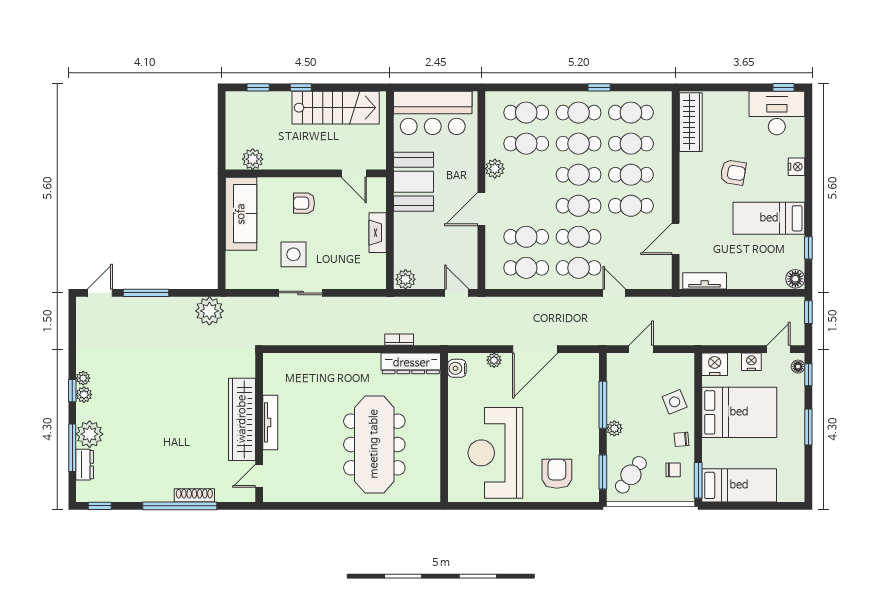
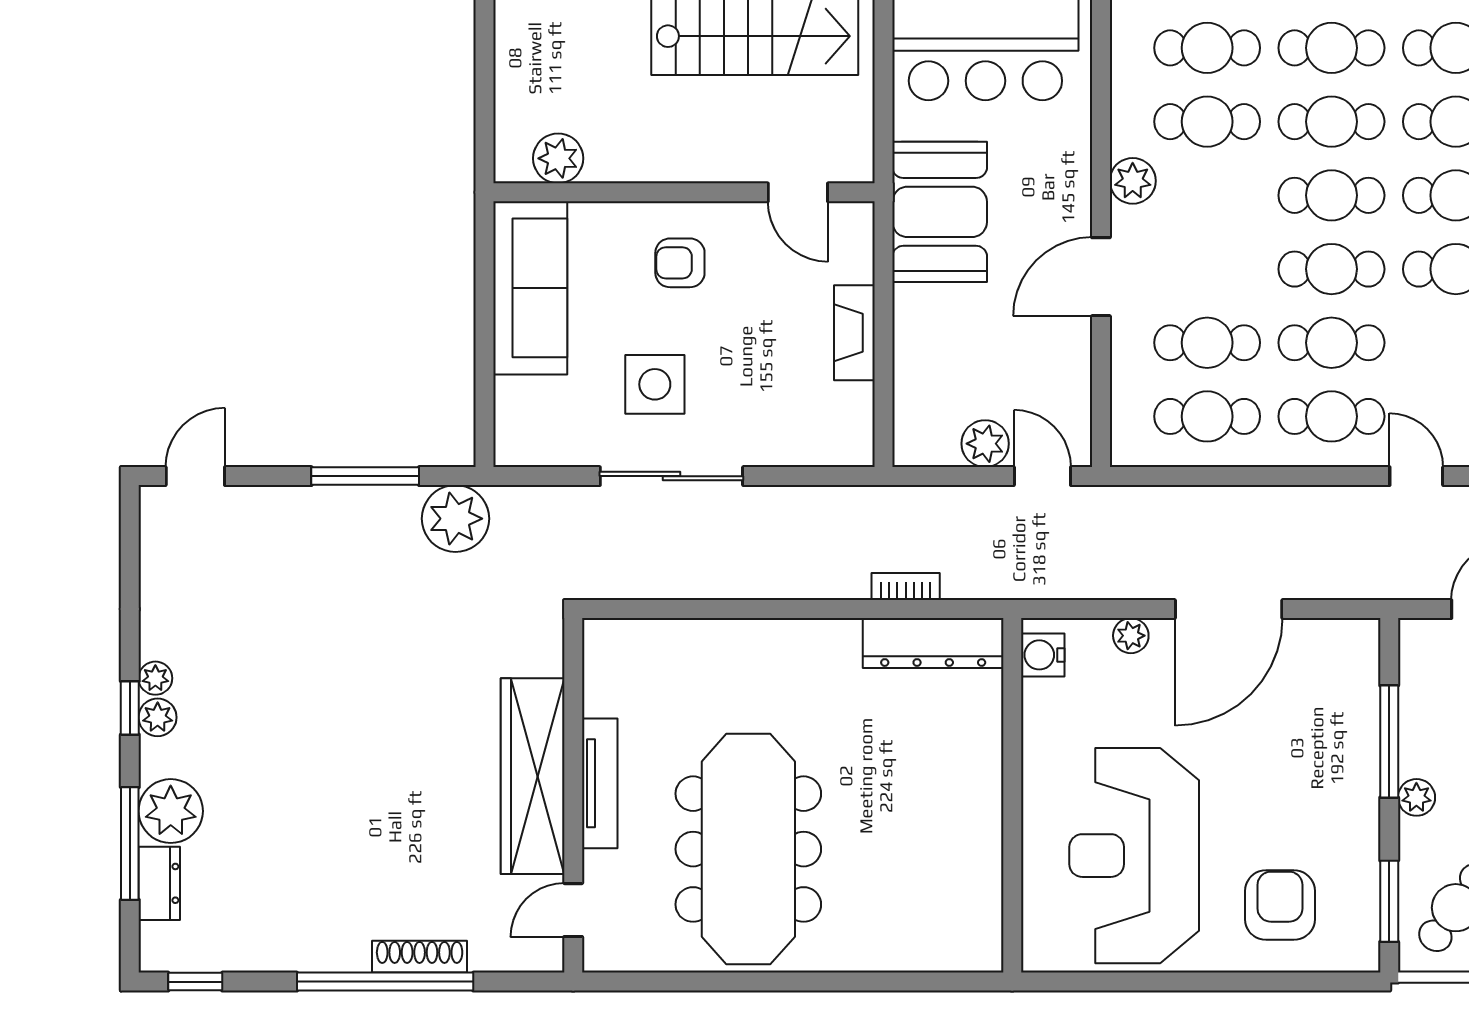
plant: (405, 279) -> (985, 444), moved
window: (146, 293) -> (365, 476), moved
sliding door: (300, 293) -> (671, 476), width x1.37
meeting table: (374, 444) -> (748, 849), moved

